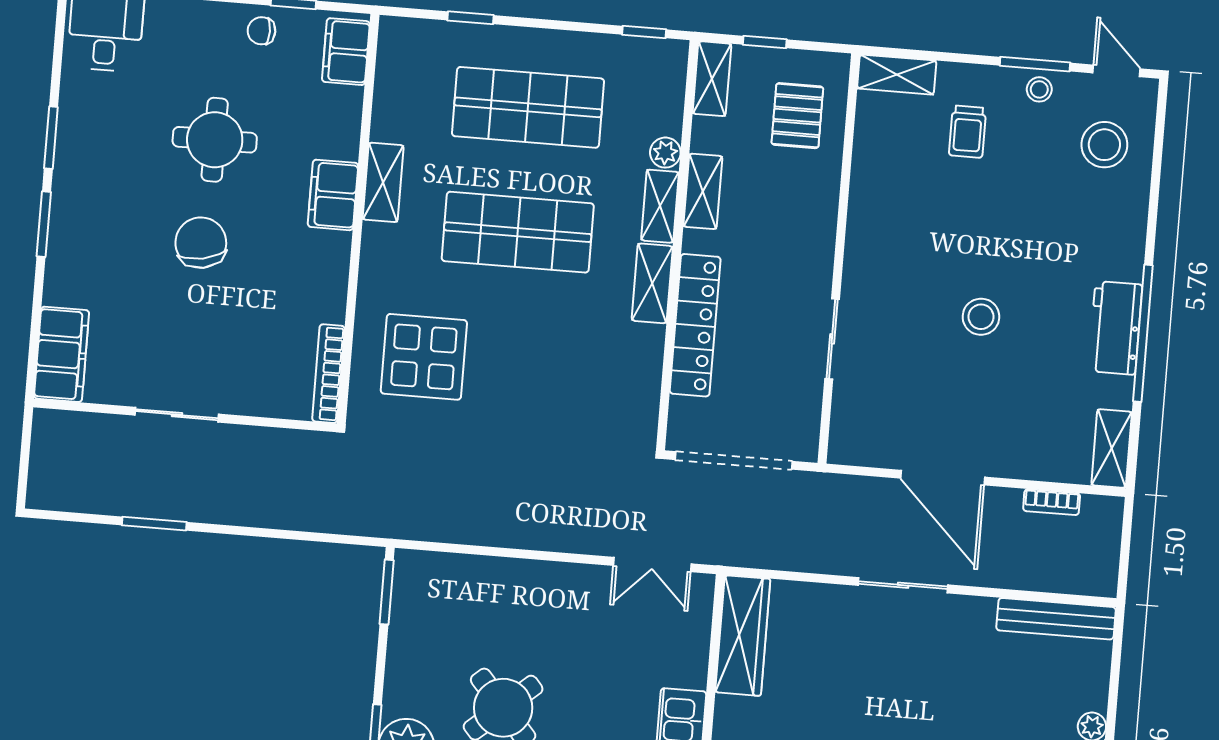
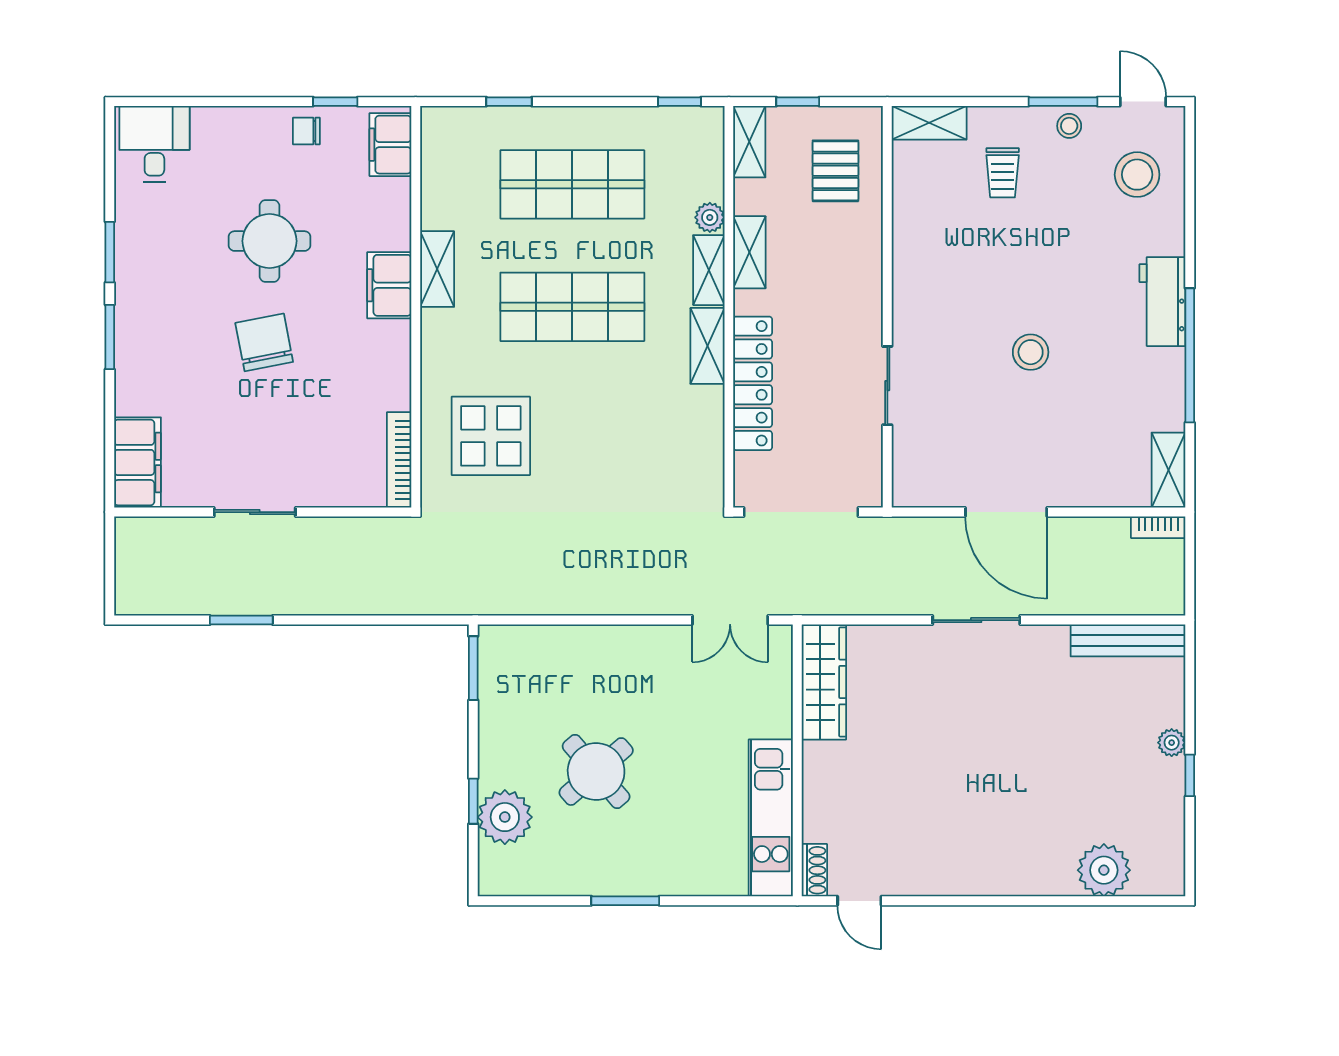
workbench: (1115, 328) -> (1162, 302), moved
bookcase: (1052, 502) -> (1158, 527), moved

